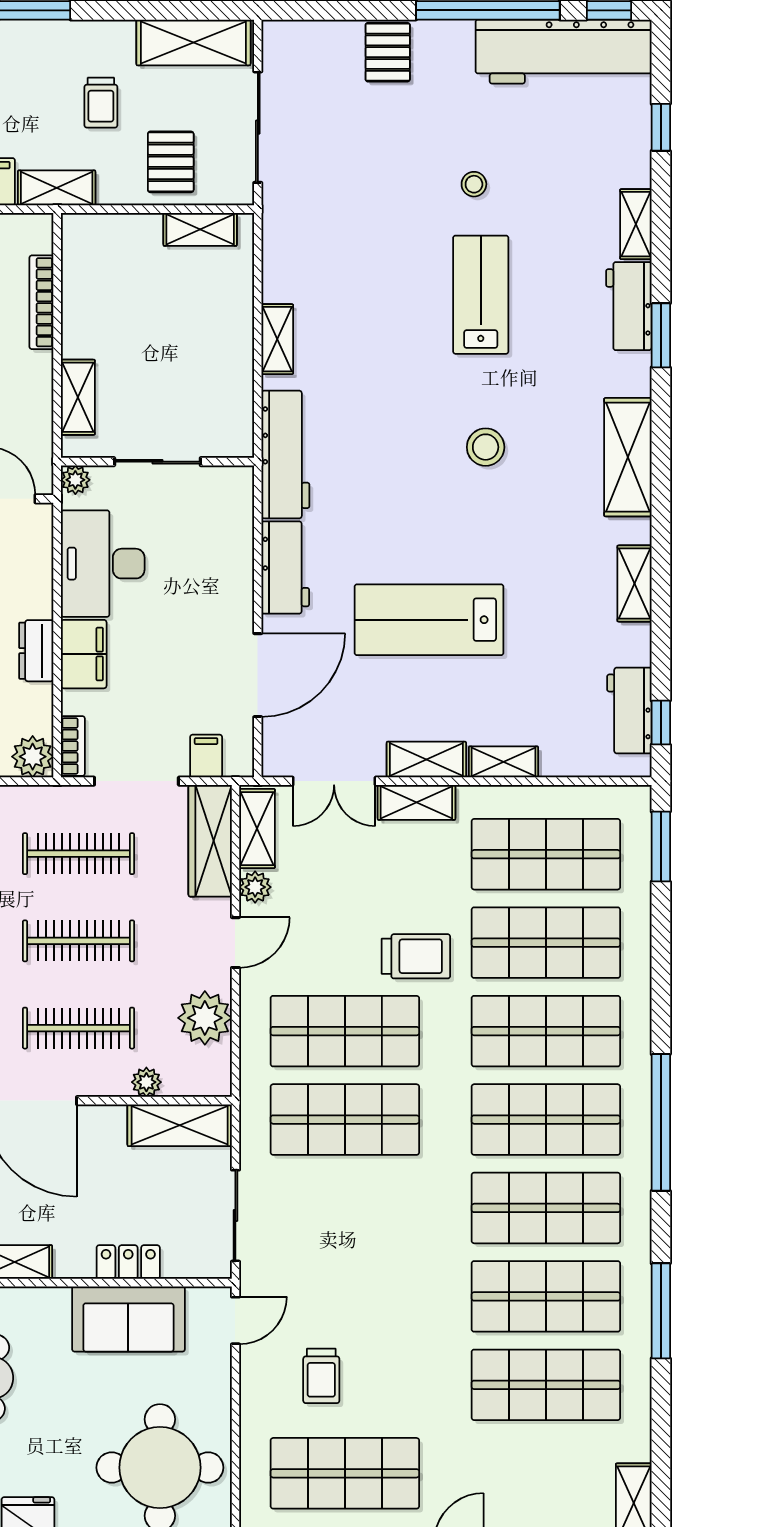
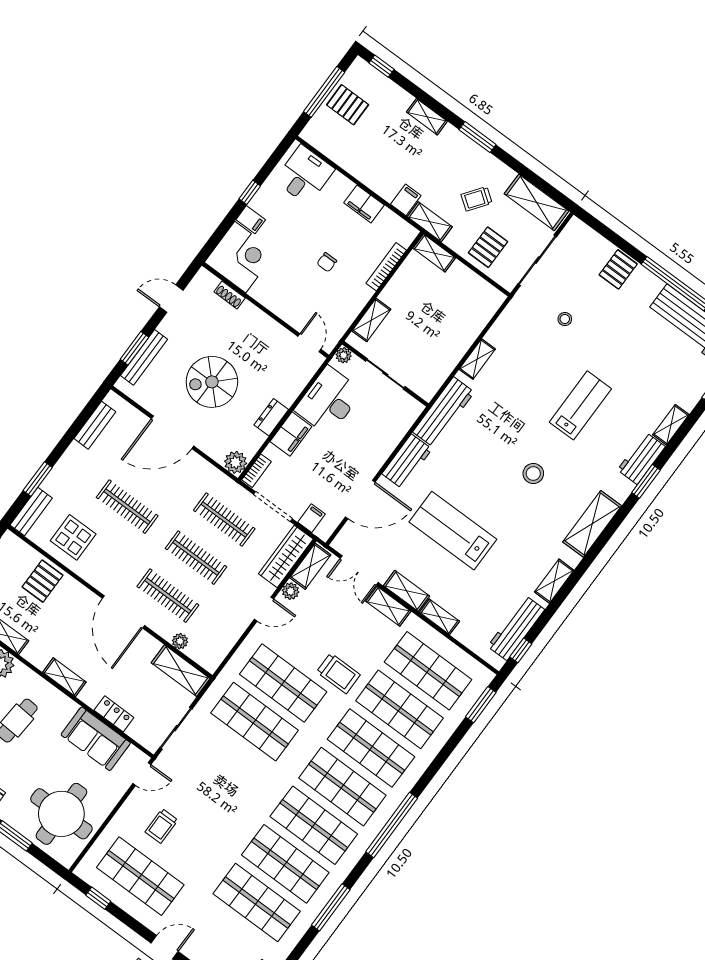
trolley: (101, 103) -> (477, 199), turned 36
stool: (474, 184) -> (565, 319), moved
shelving: (200, 229) -> (434, 253), moved
workbench: (629, 711) -> (516, 628), width x1.38
plant: (205, 1018) -> (226, 632), removed

